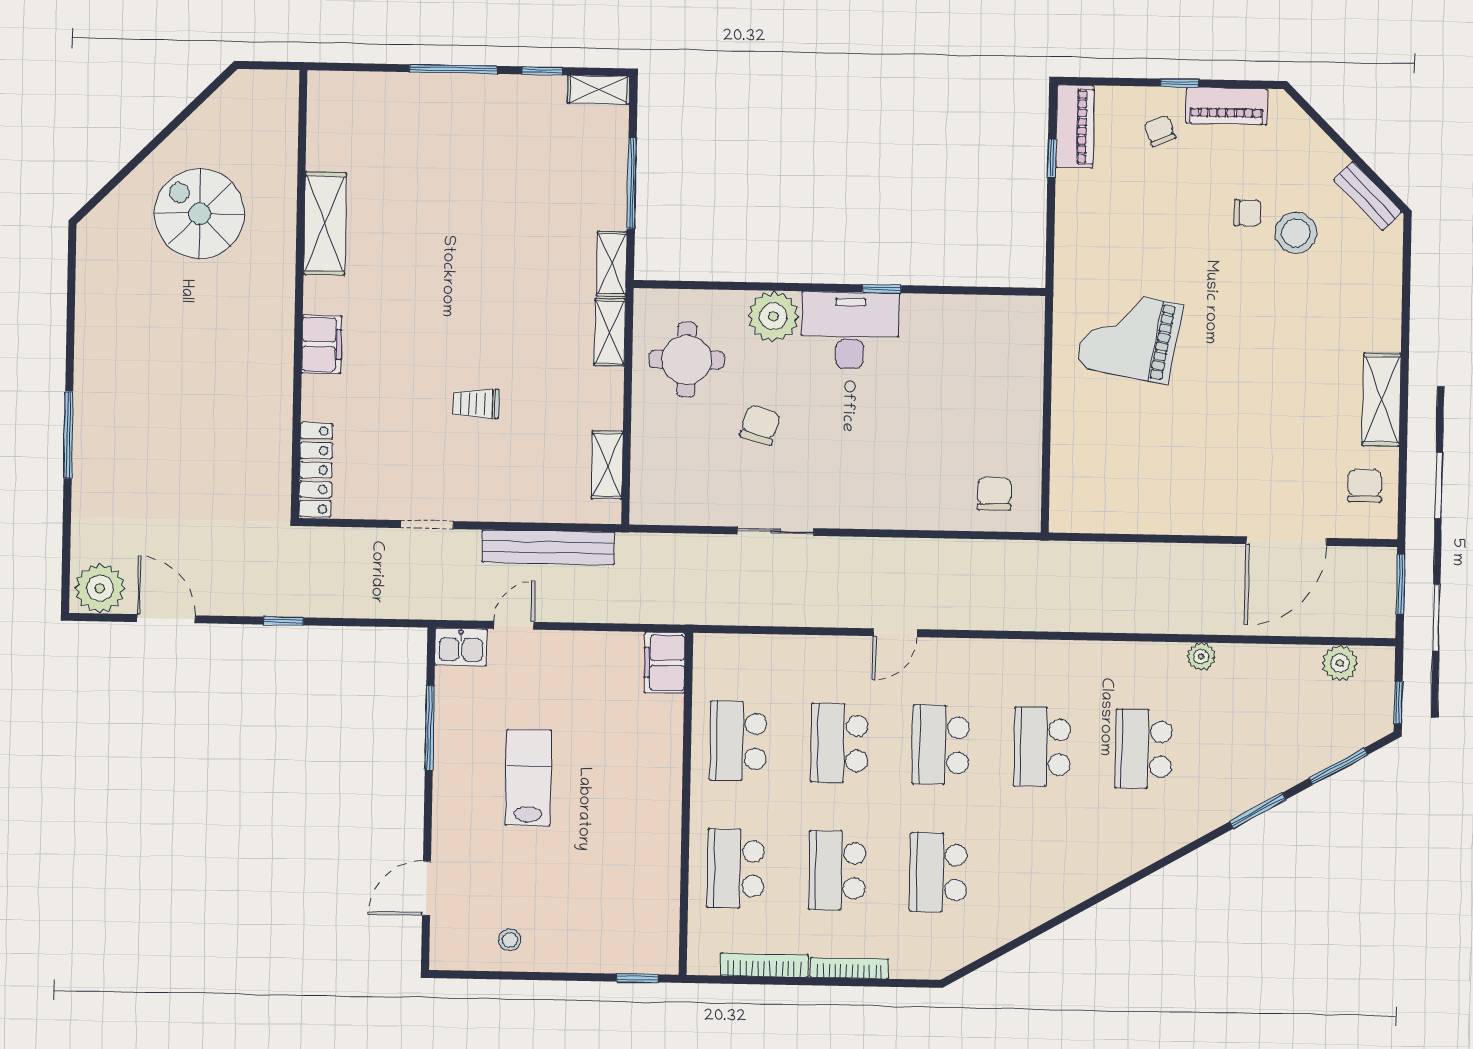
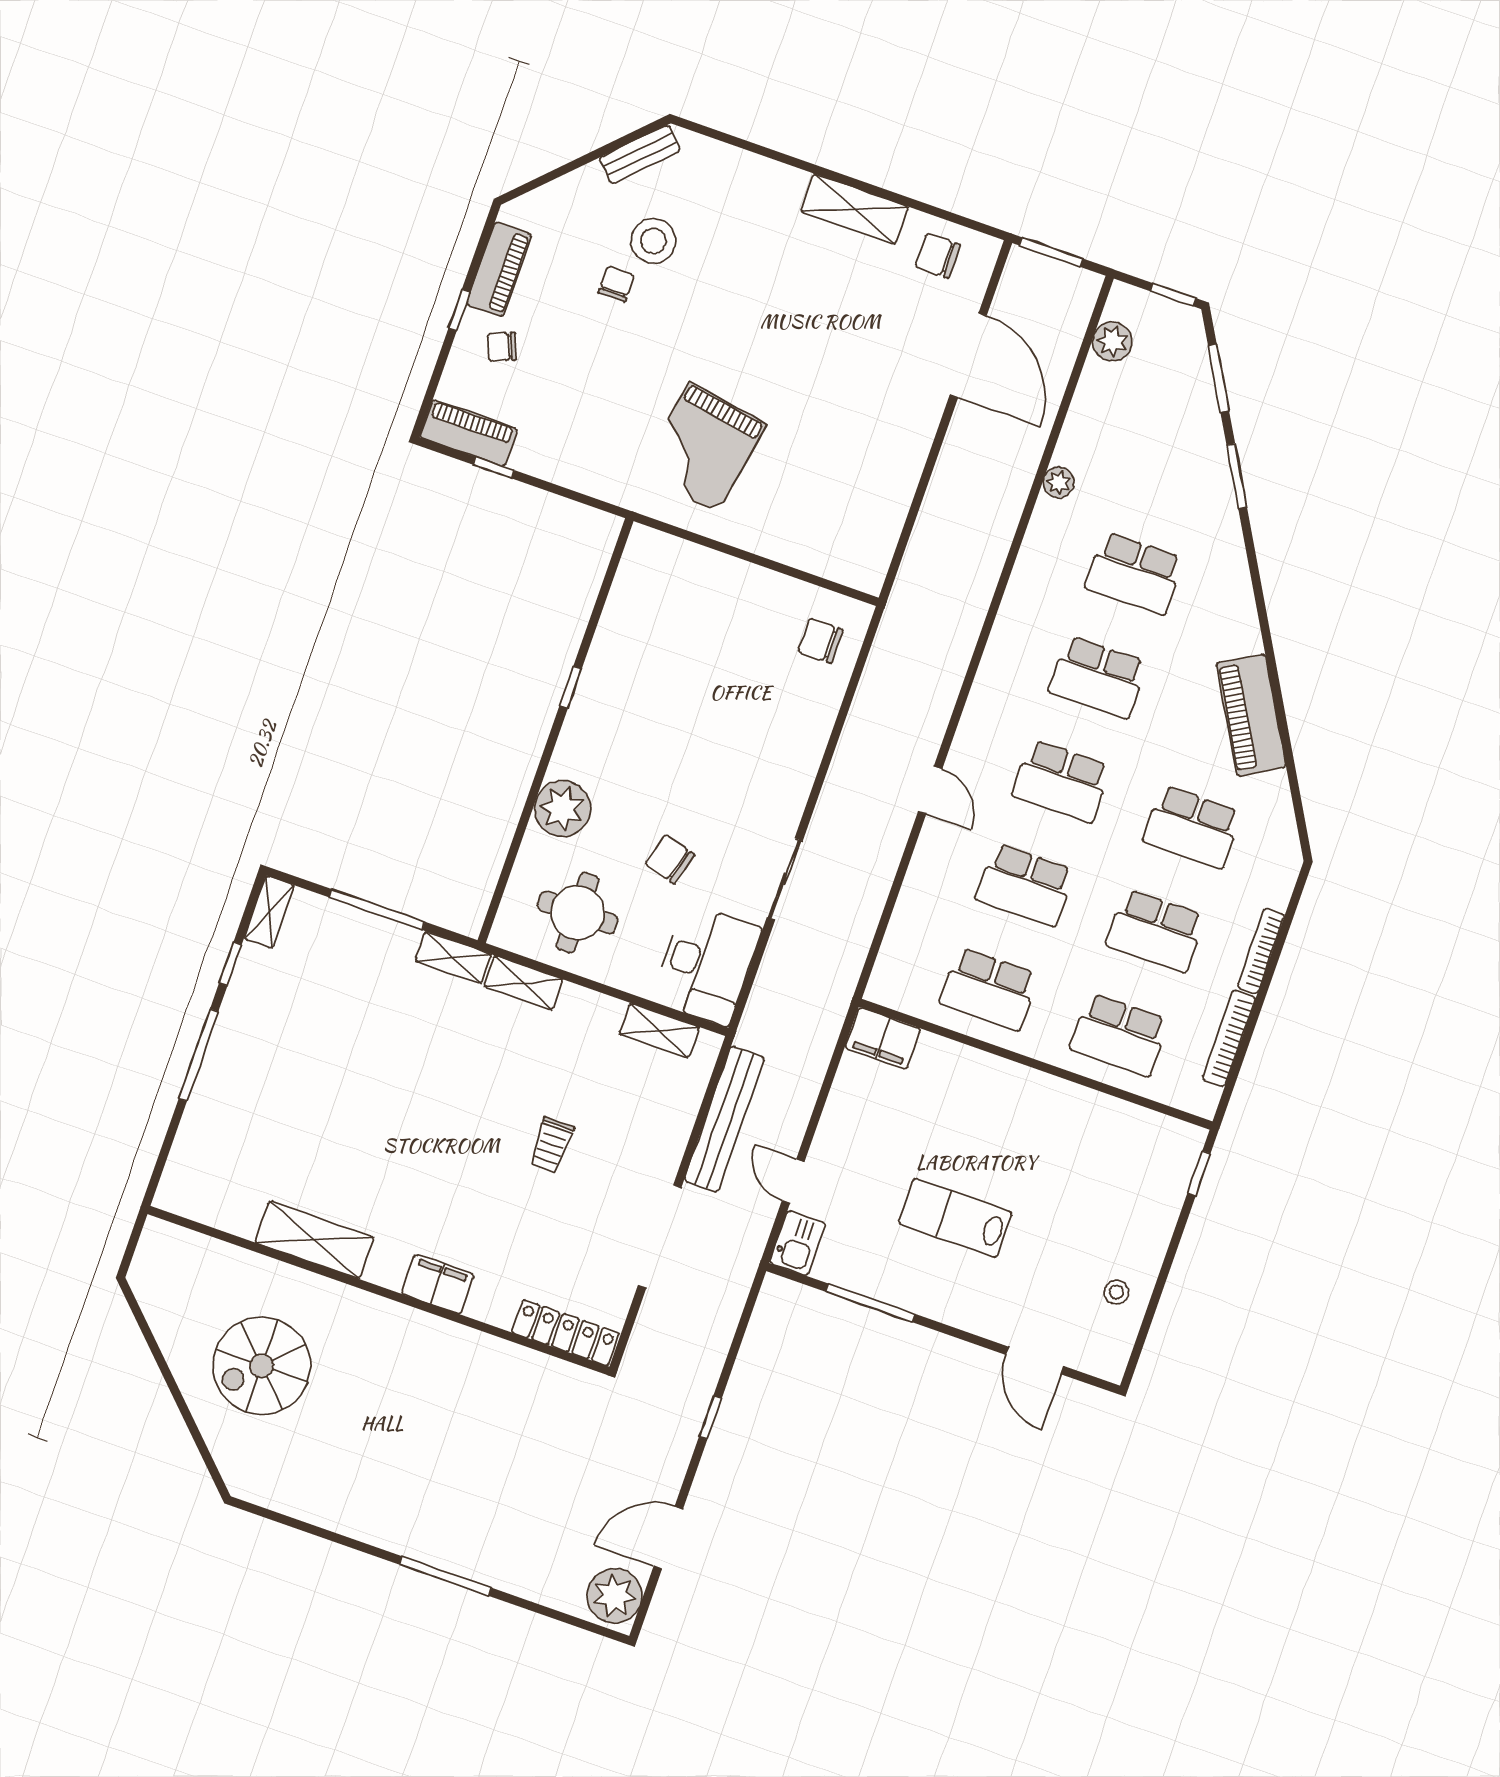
desk: (850, 330) -> (706, 964), moved, turned 180
doorway: (427, 525) -> (660, 1236), width x1.88
piano: (1053, 892) -> (1251, 715), added

